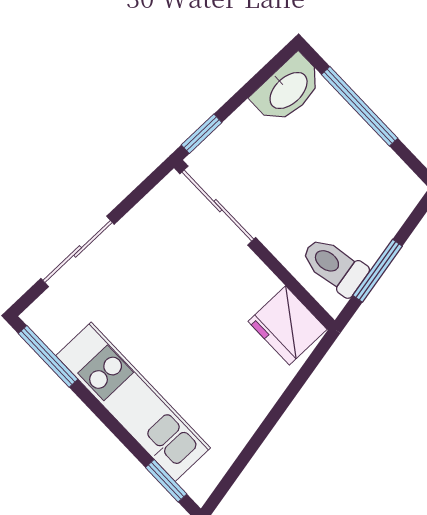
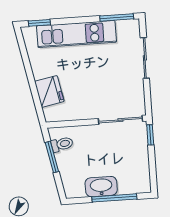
washbasin: (288, 90) -> (101, 187), moved, turned 90
toilet: (334, 266) -> (62, 144), width x0.73, depth x0.72
fridge: (288, 325) -> (49, 91), moved, turned 79

